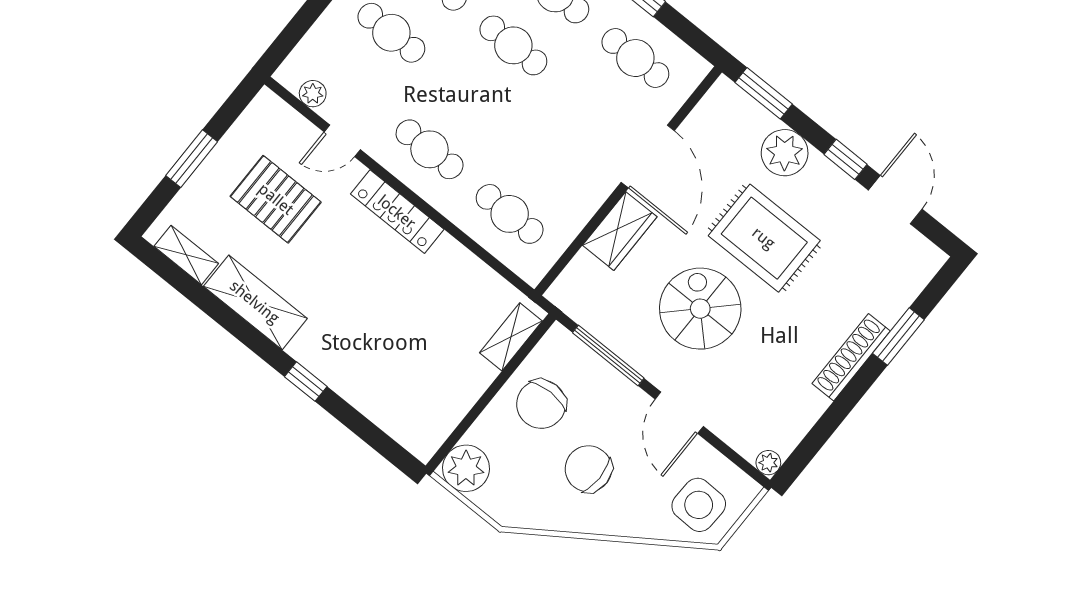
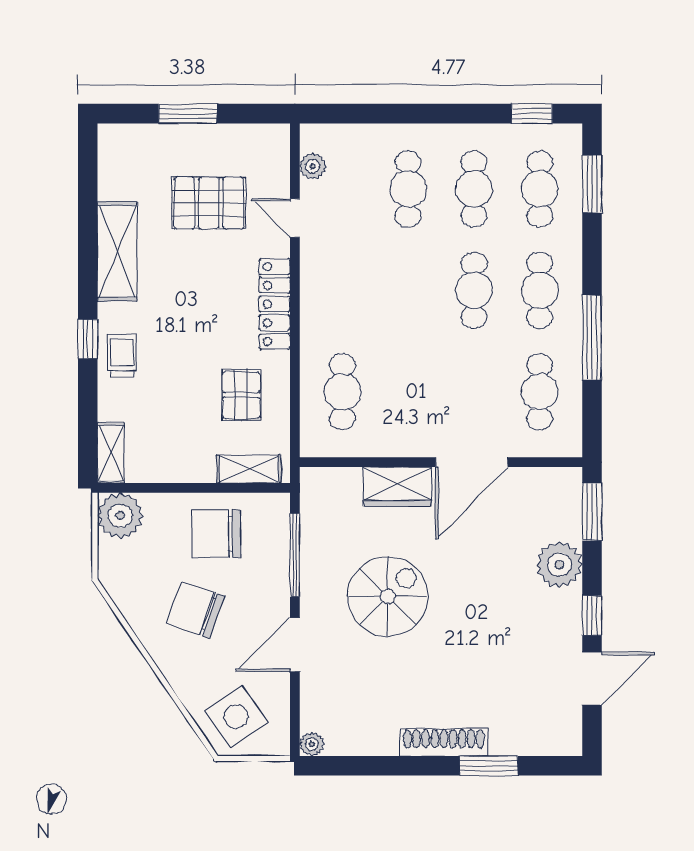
cafe table: (430, 149) -> (342, 290), removed
pallet: (276, 199) -> (209, 203), turned 90
rug: (764, 238) -> (481, 602), removed
shelving: (186, 255) -> (111, 453), moved
pallet: (448, 296) -> (241, 395), added
trolley: (341, 365) -> (122, 355), added
chair: (588, 469) -> (196, 610), turned -71
side table: (699, 505) -> (236, 717), turned -37

